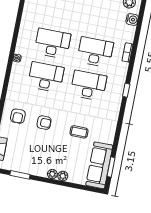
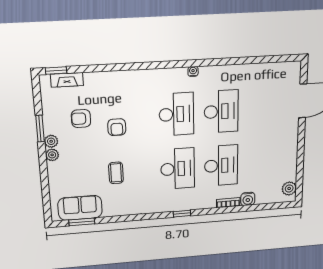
water cooler: (132, 20) -> (248, 199), moved
armchair: (18, 116) -> (81, 119), moved
sofa: (99, 165) -> (80, 208), width x0.73
window: (20, 175) -> (40, 129), moved
plant: (63, 176) -> (51, 141), moved

